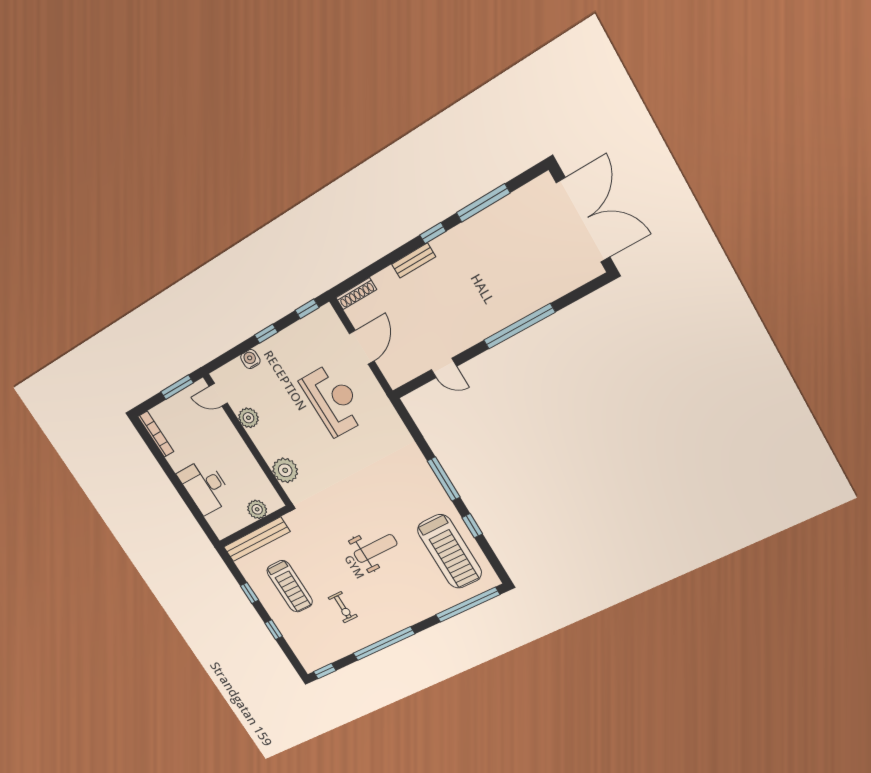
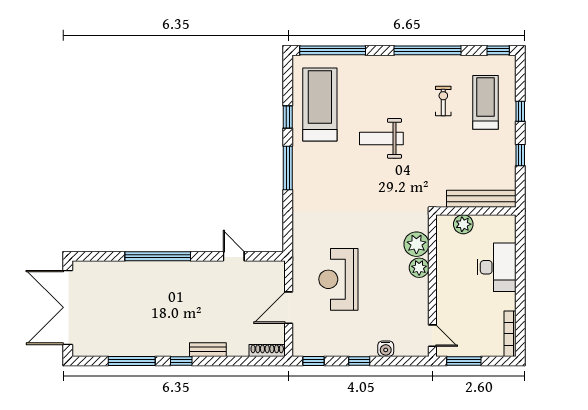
plant: (248, 418) -> (419, 268), moved
treadmill: (290, 586) -> (485, 102), moved

